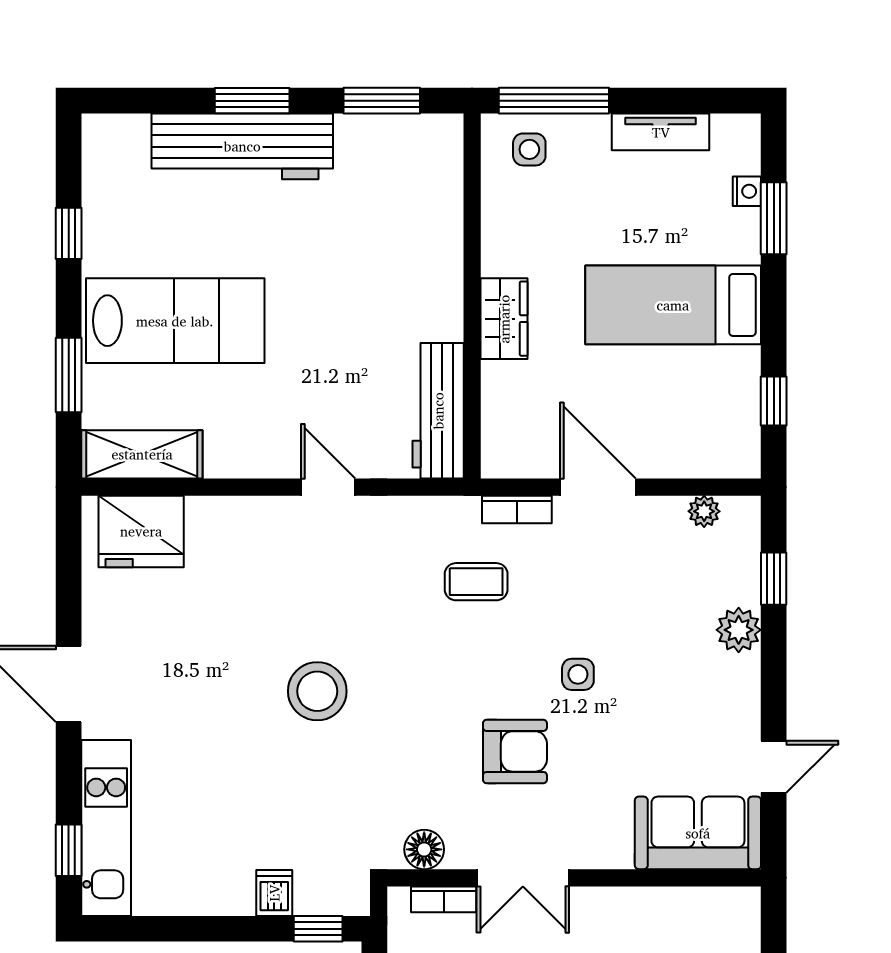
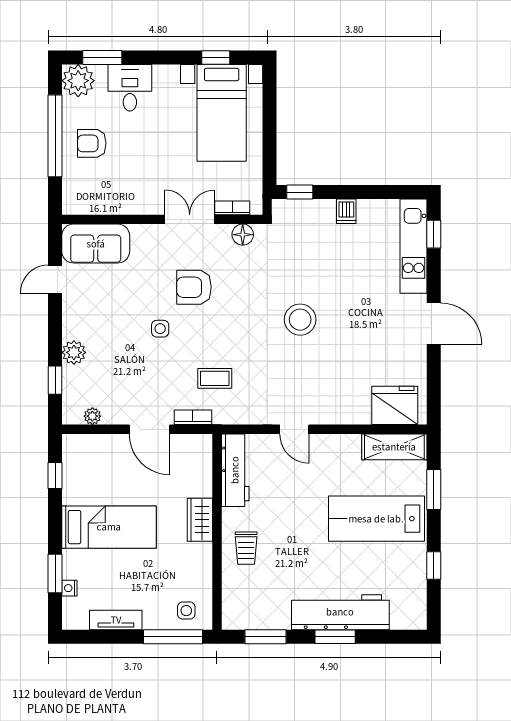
trolley: (418, 266) -> (246, 548), added
dishwasher: (274, 893) -> (346, 211), moved

